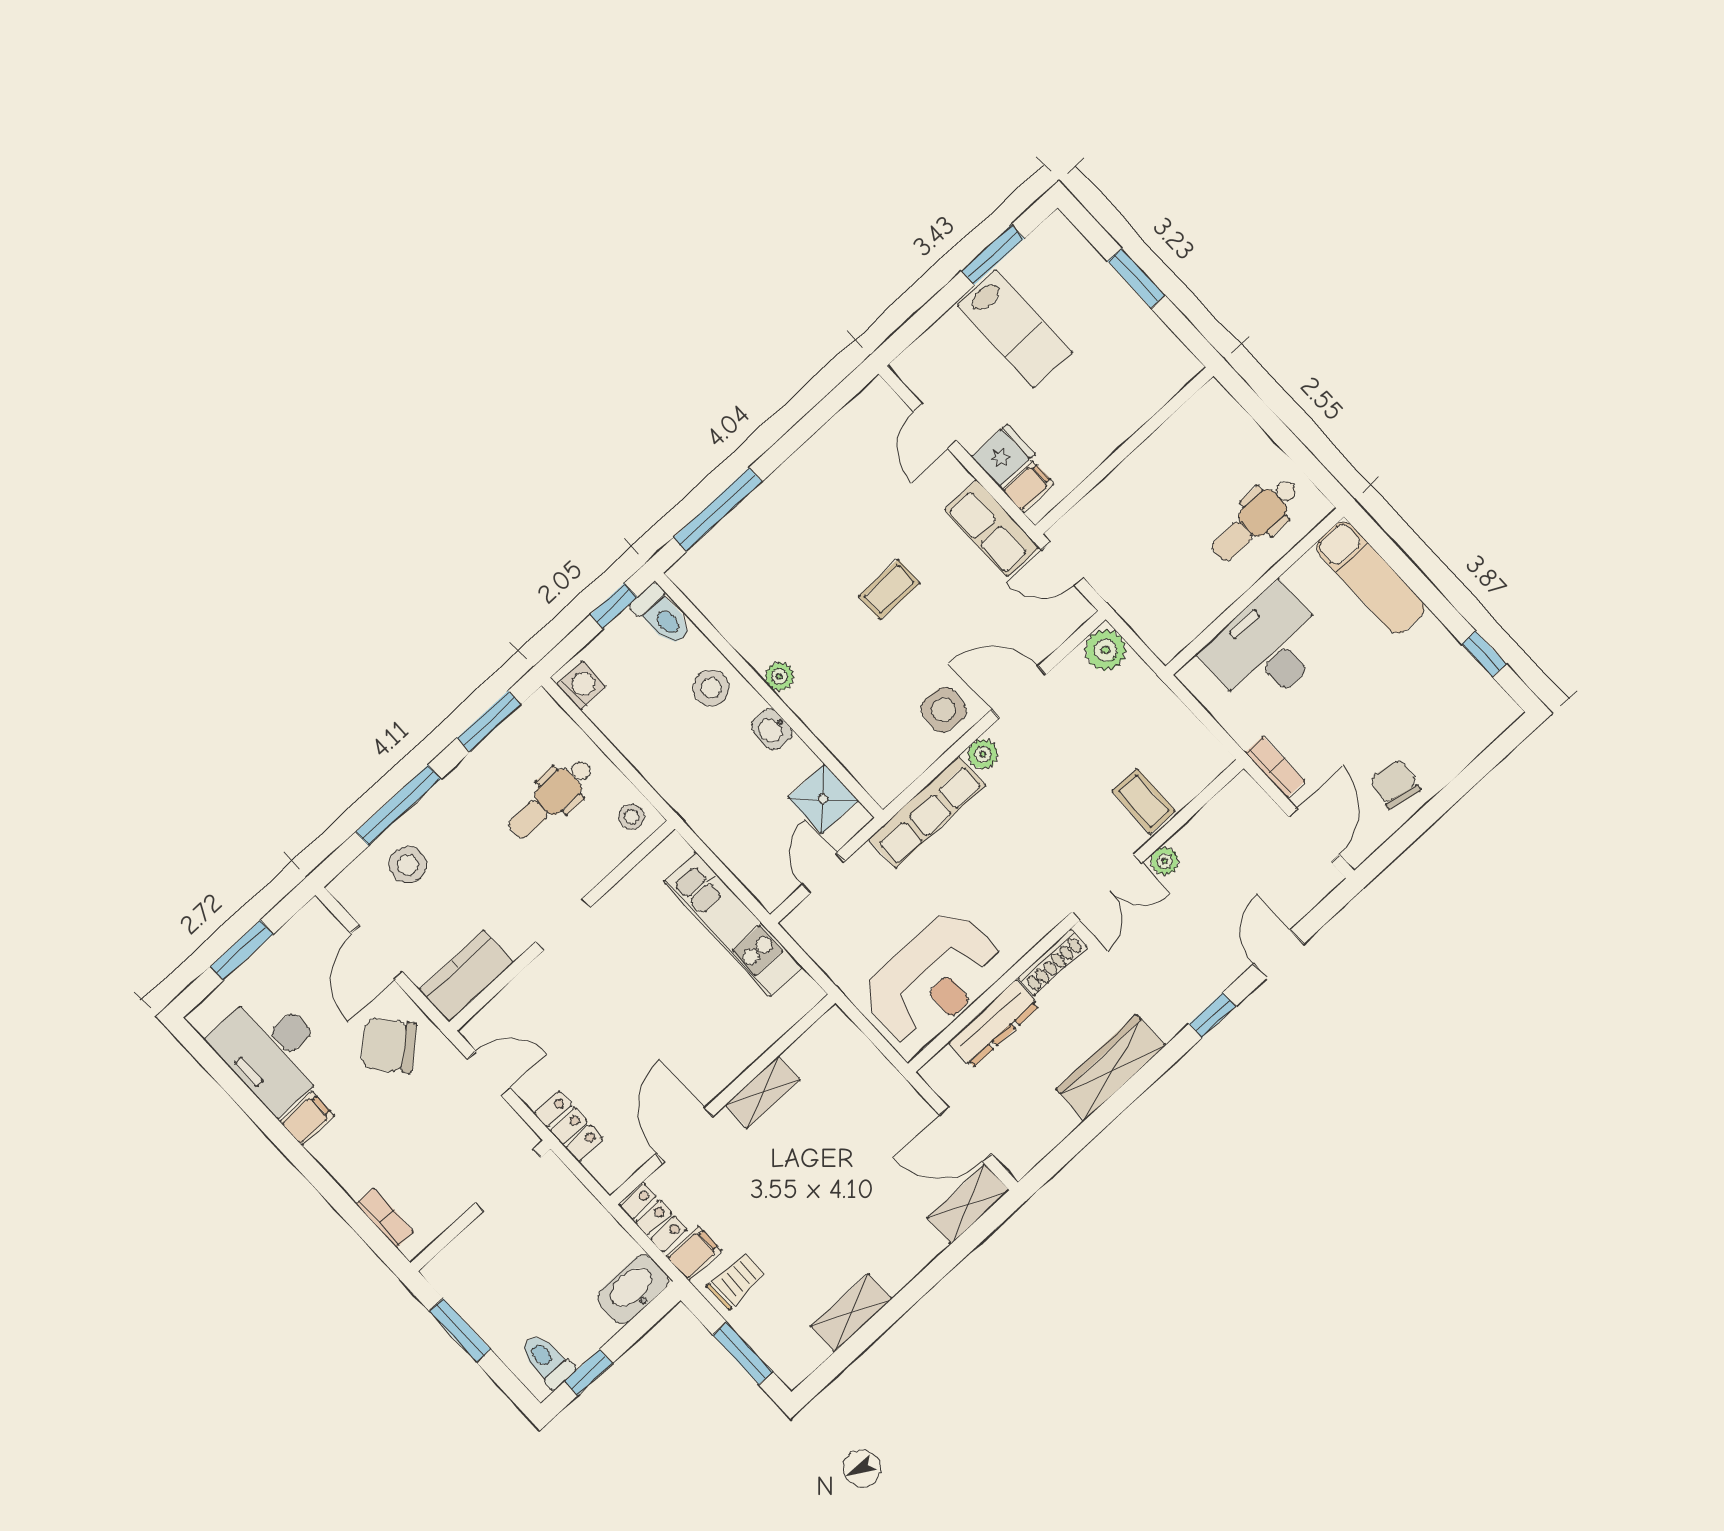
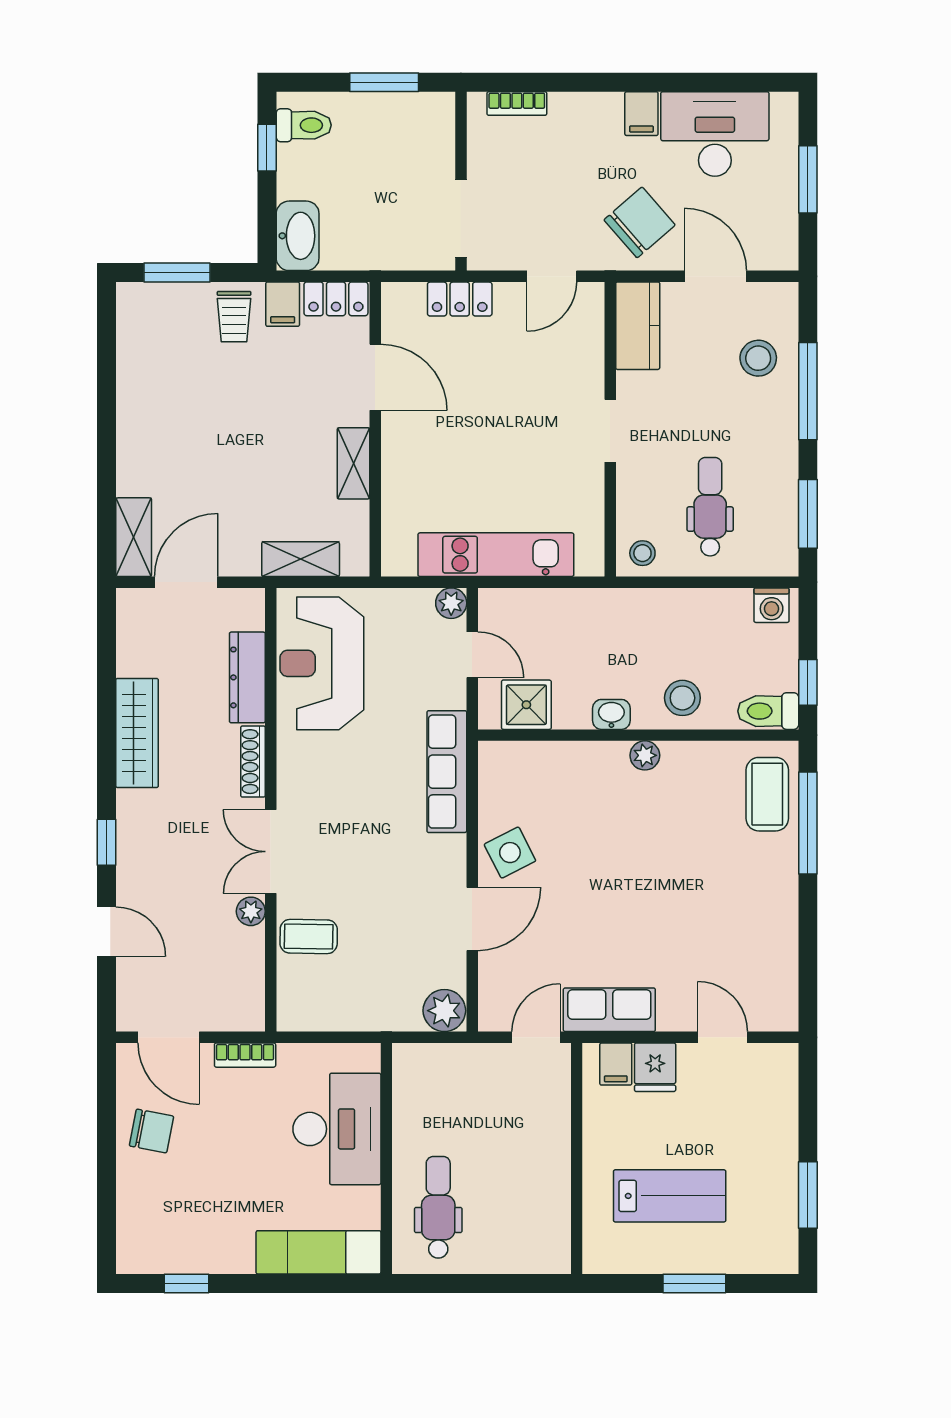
lab bench: (1014, 329) -> (670, 1196), moved, turned 180
coffee table: (889, 590) -> (767, 794), moved, width x1.36, depth x1.30
side table: (944, 710) -> (510, 853), turned -32
plant: (983, 754) -> (451, 603), moved
shelving: (851, 1313) -> (301, 559), moved, turned 90

